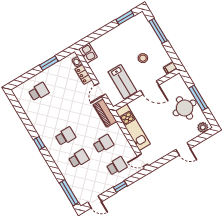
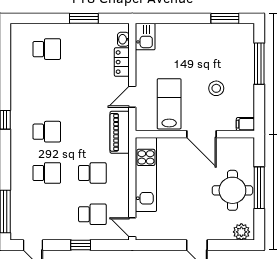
lab bench: (122, 82) -> (169, 104), turned 180

